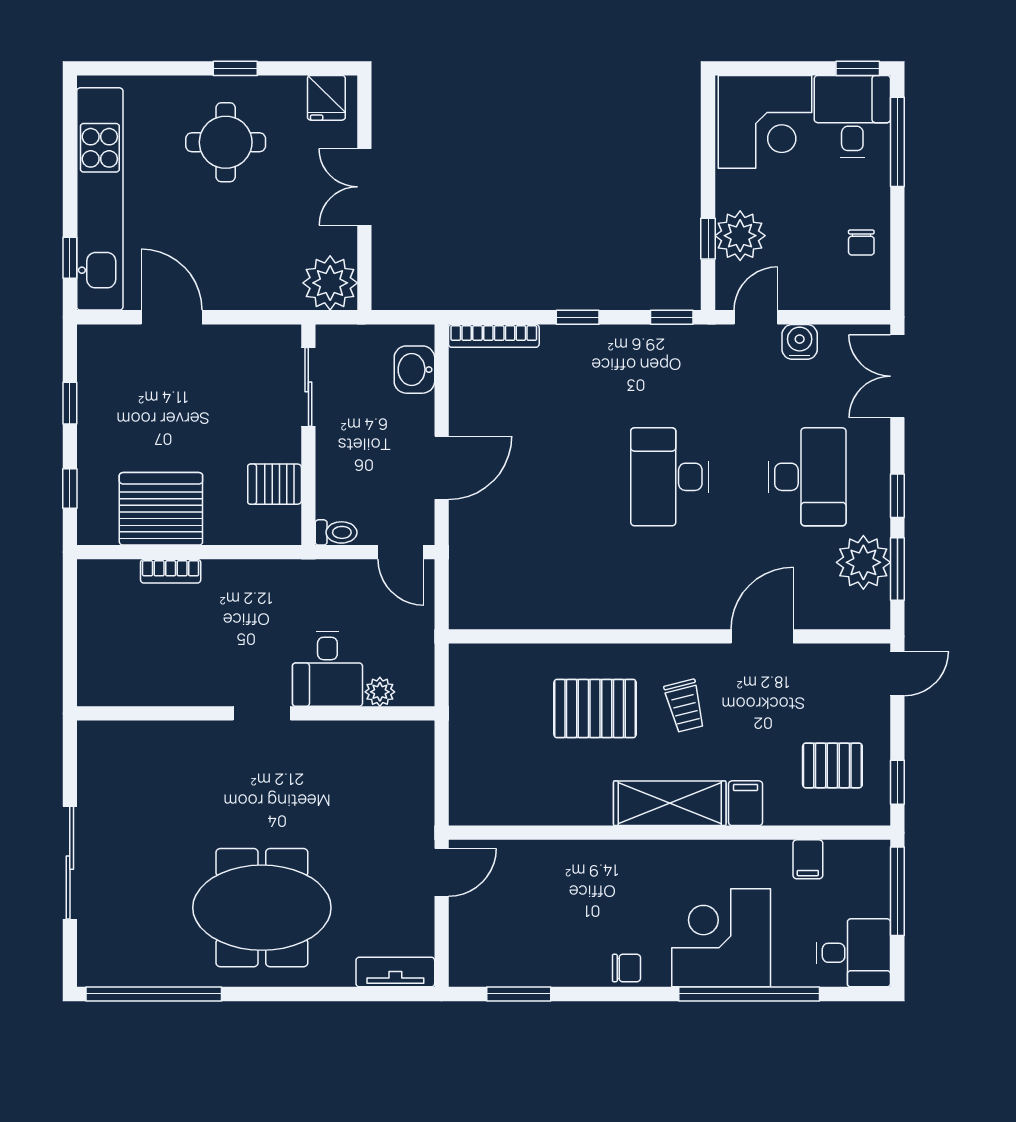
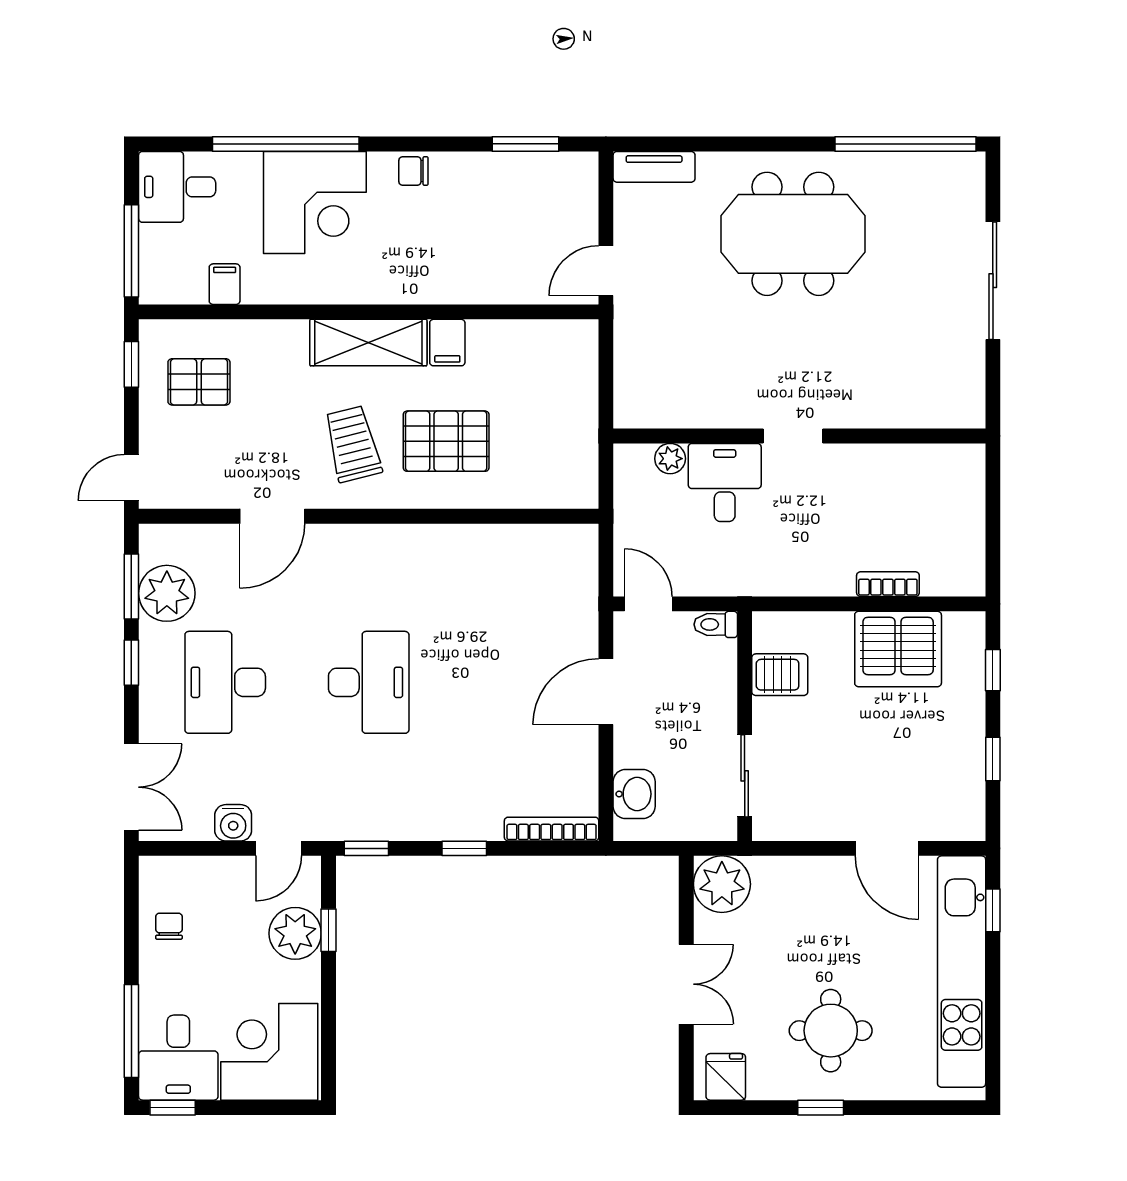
trolley: (685, 706) -> (353, 444), width x1.36, depth x1.39
filing cabinet: (746, 803) -> (447, 343), moved

